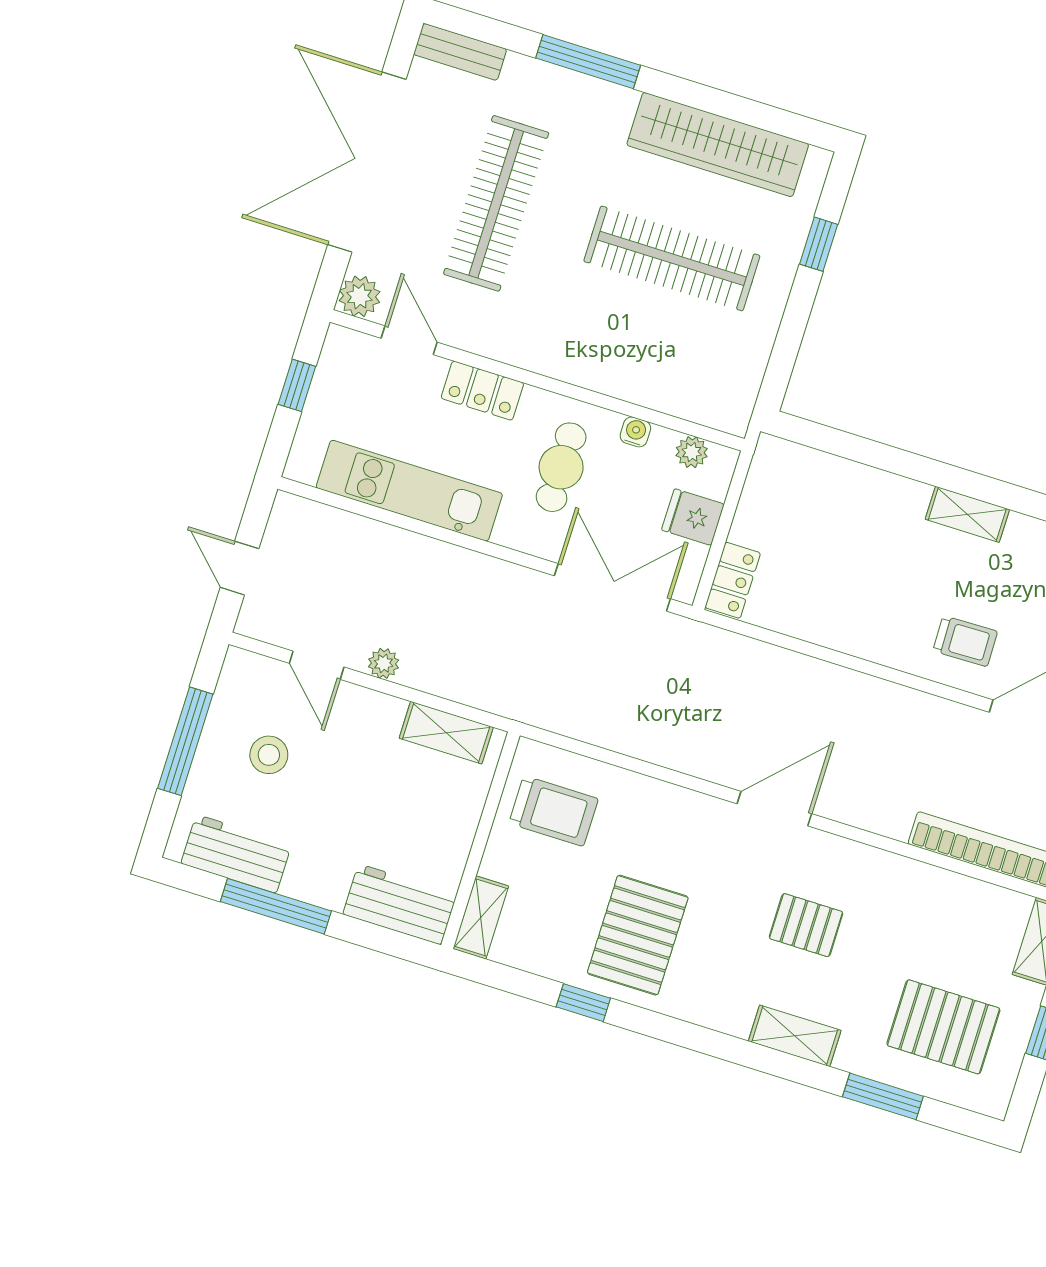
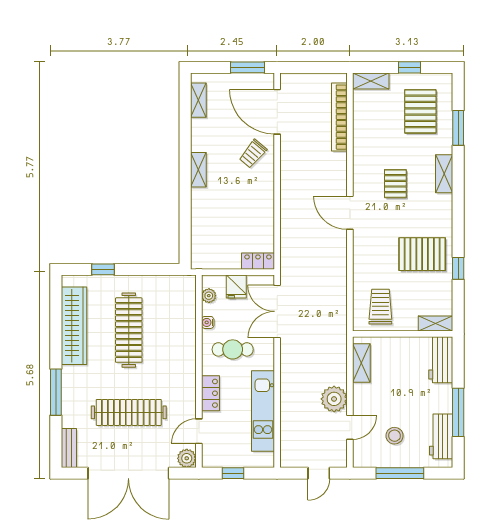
trolley: (965, 641) -> (253, 154), turned -139
plant: (384, 663) -> (334, 399), width x1.88, depth x1.88

